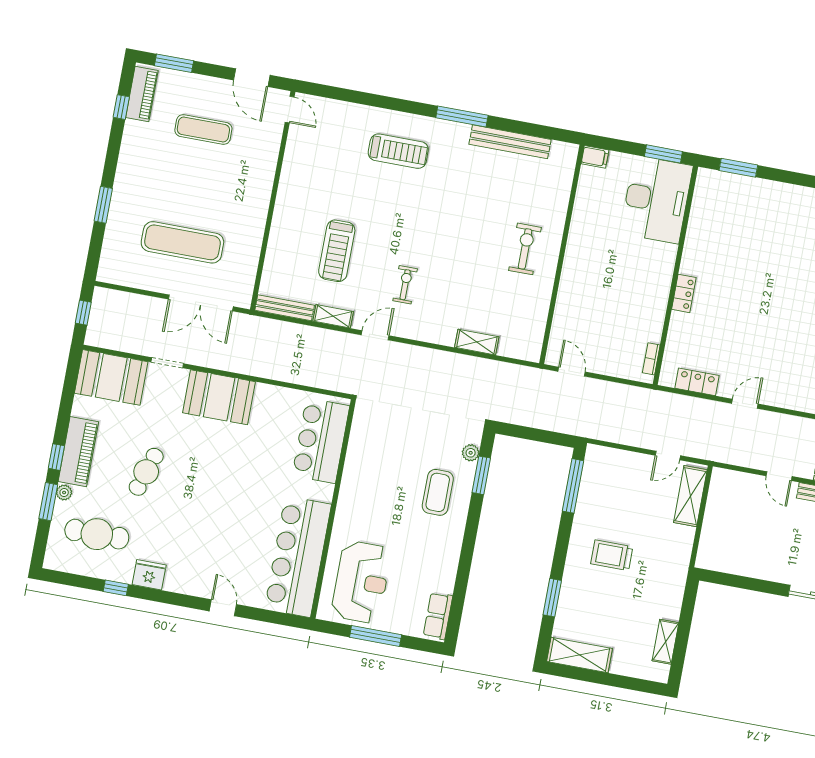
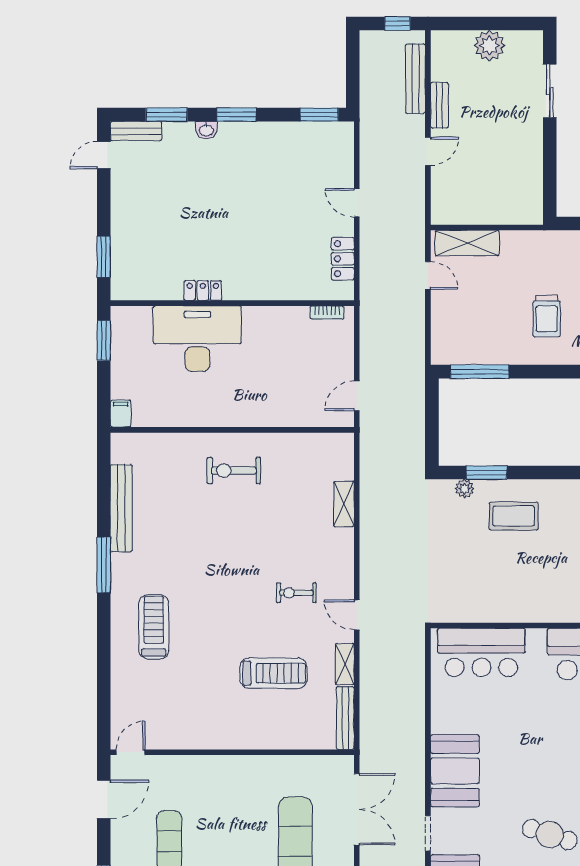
desk: (657, 200) -> (197, 339), moved
locker: (684, 293) -> (203, 290), moved

